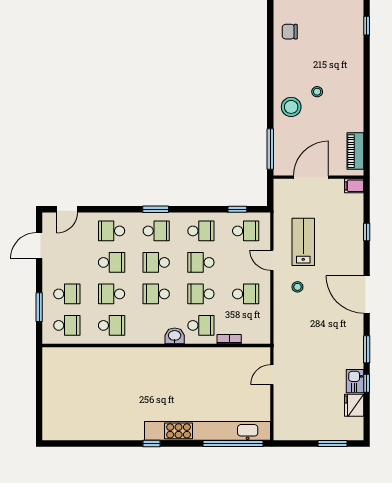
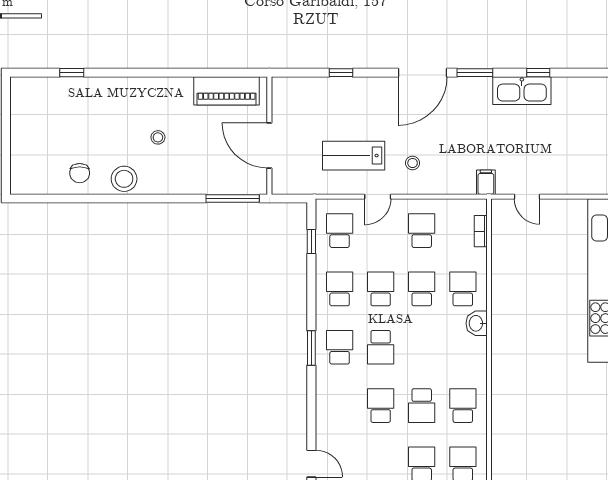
stool: (291, 107) -> (124, 179), moved
piano: (355, 151) -> (227, 91), width x1.37, depth x1.33
filing cabinet: (354, 186) -> (486, 182), moved, turned 180
school desk: (112, 231) -> (340, 406), removed
school desk: (201, 262) -> (381, 289), turned 180
school desk: (156, 294) -> (422, 347), removed
school desk: (201, 294) -> (422, 289), turned 180
bookcase: (229, 339) -> (481, 231), moved
window: (367, 349) -> (475, 73), moved
kitchen sink: (355, 381) -> (522, 91), width x1.88, depth x1.24
fridge: (354, 405) -> (567, 89), removed

